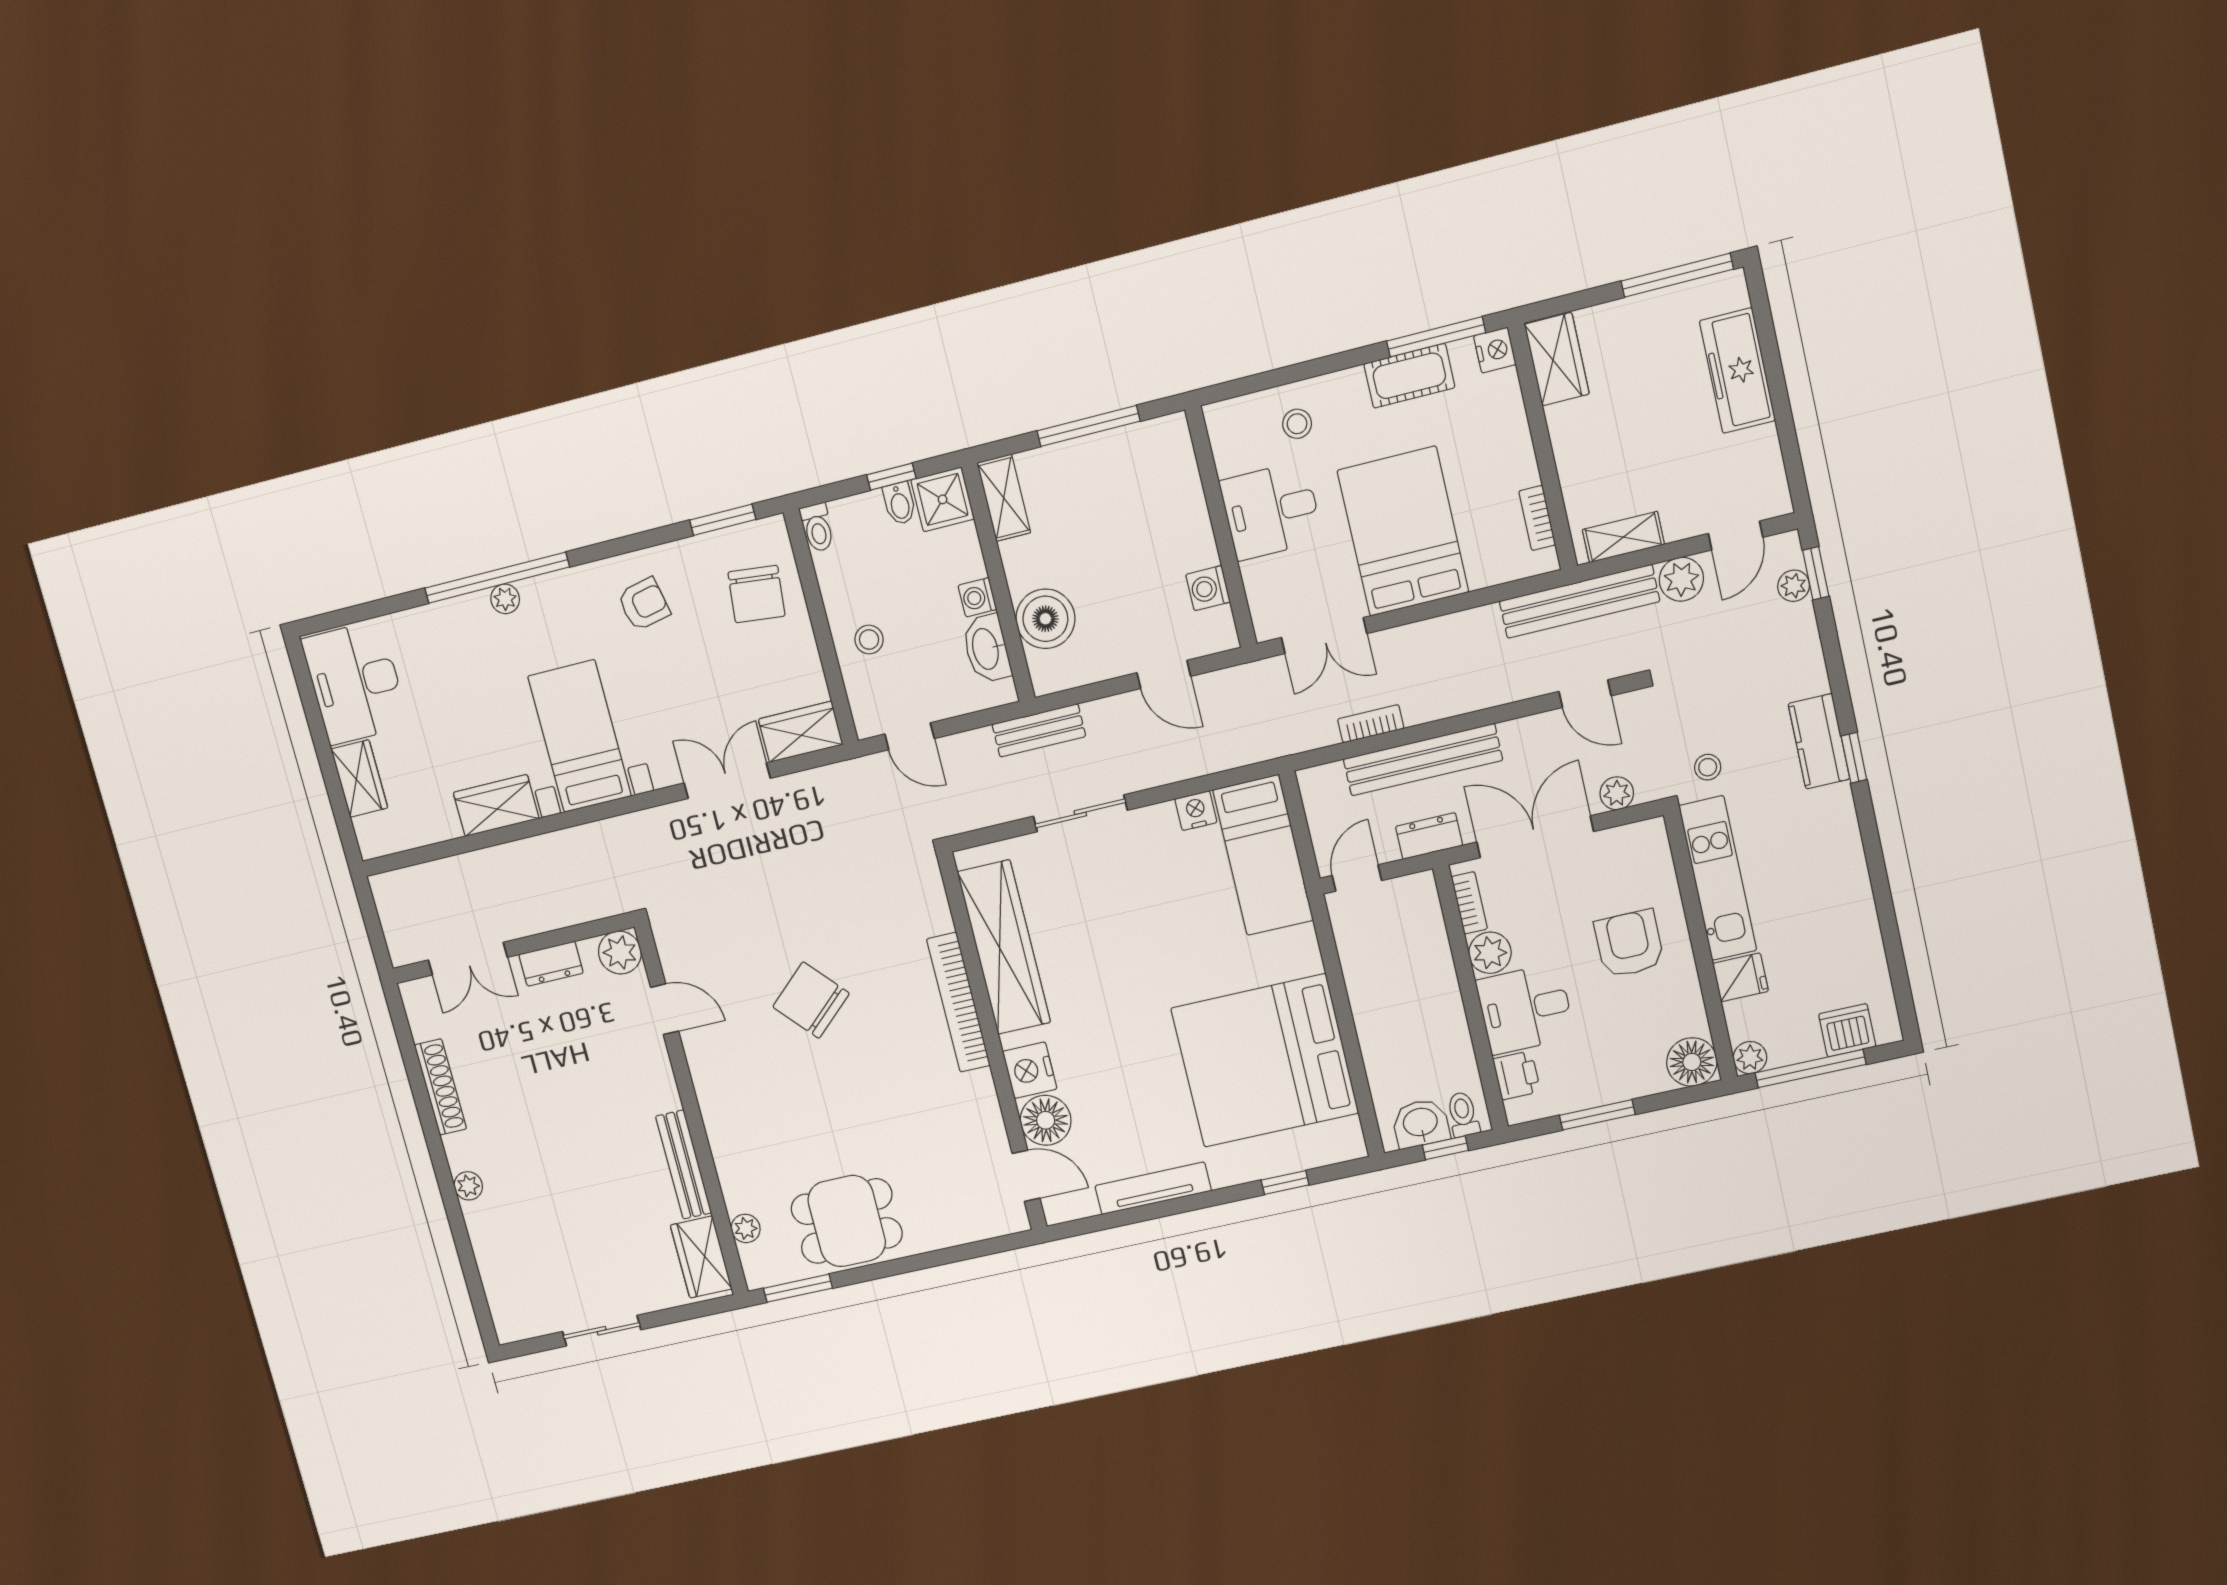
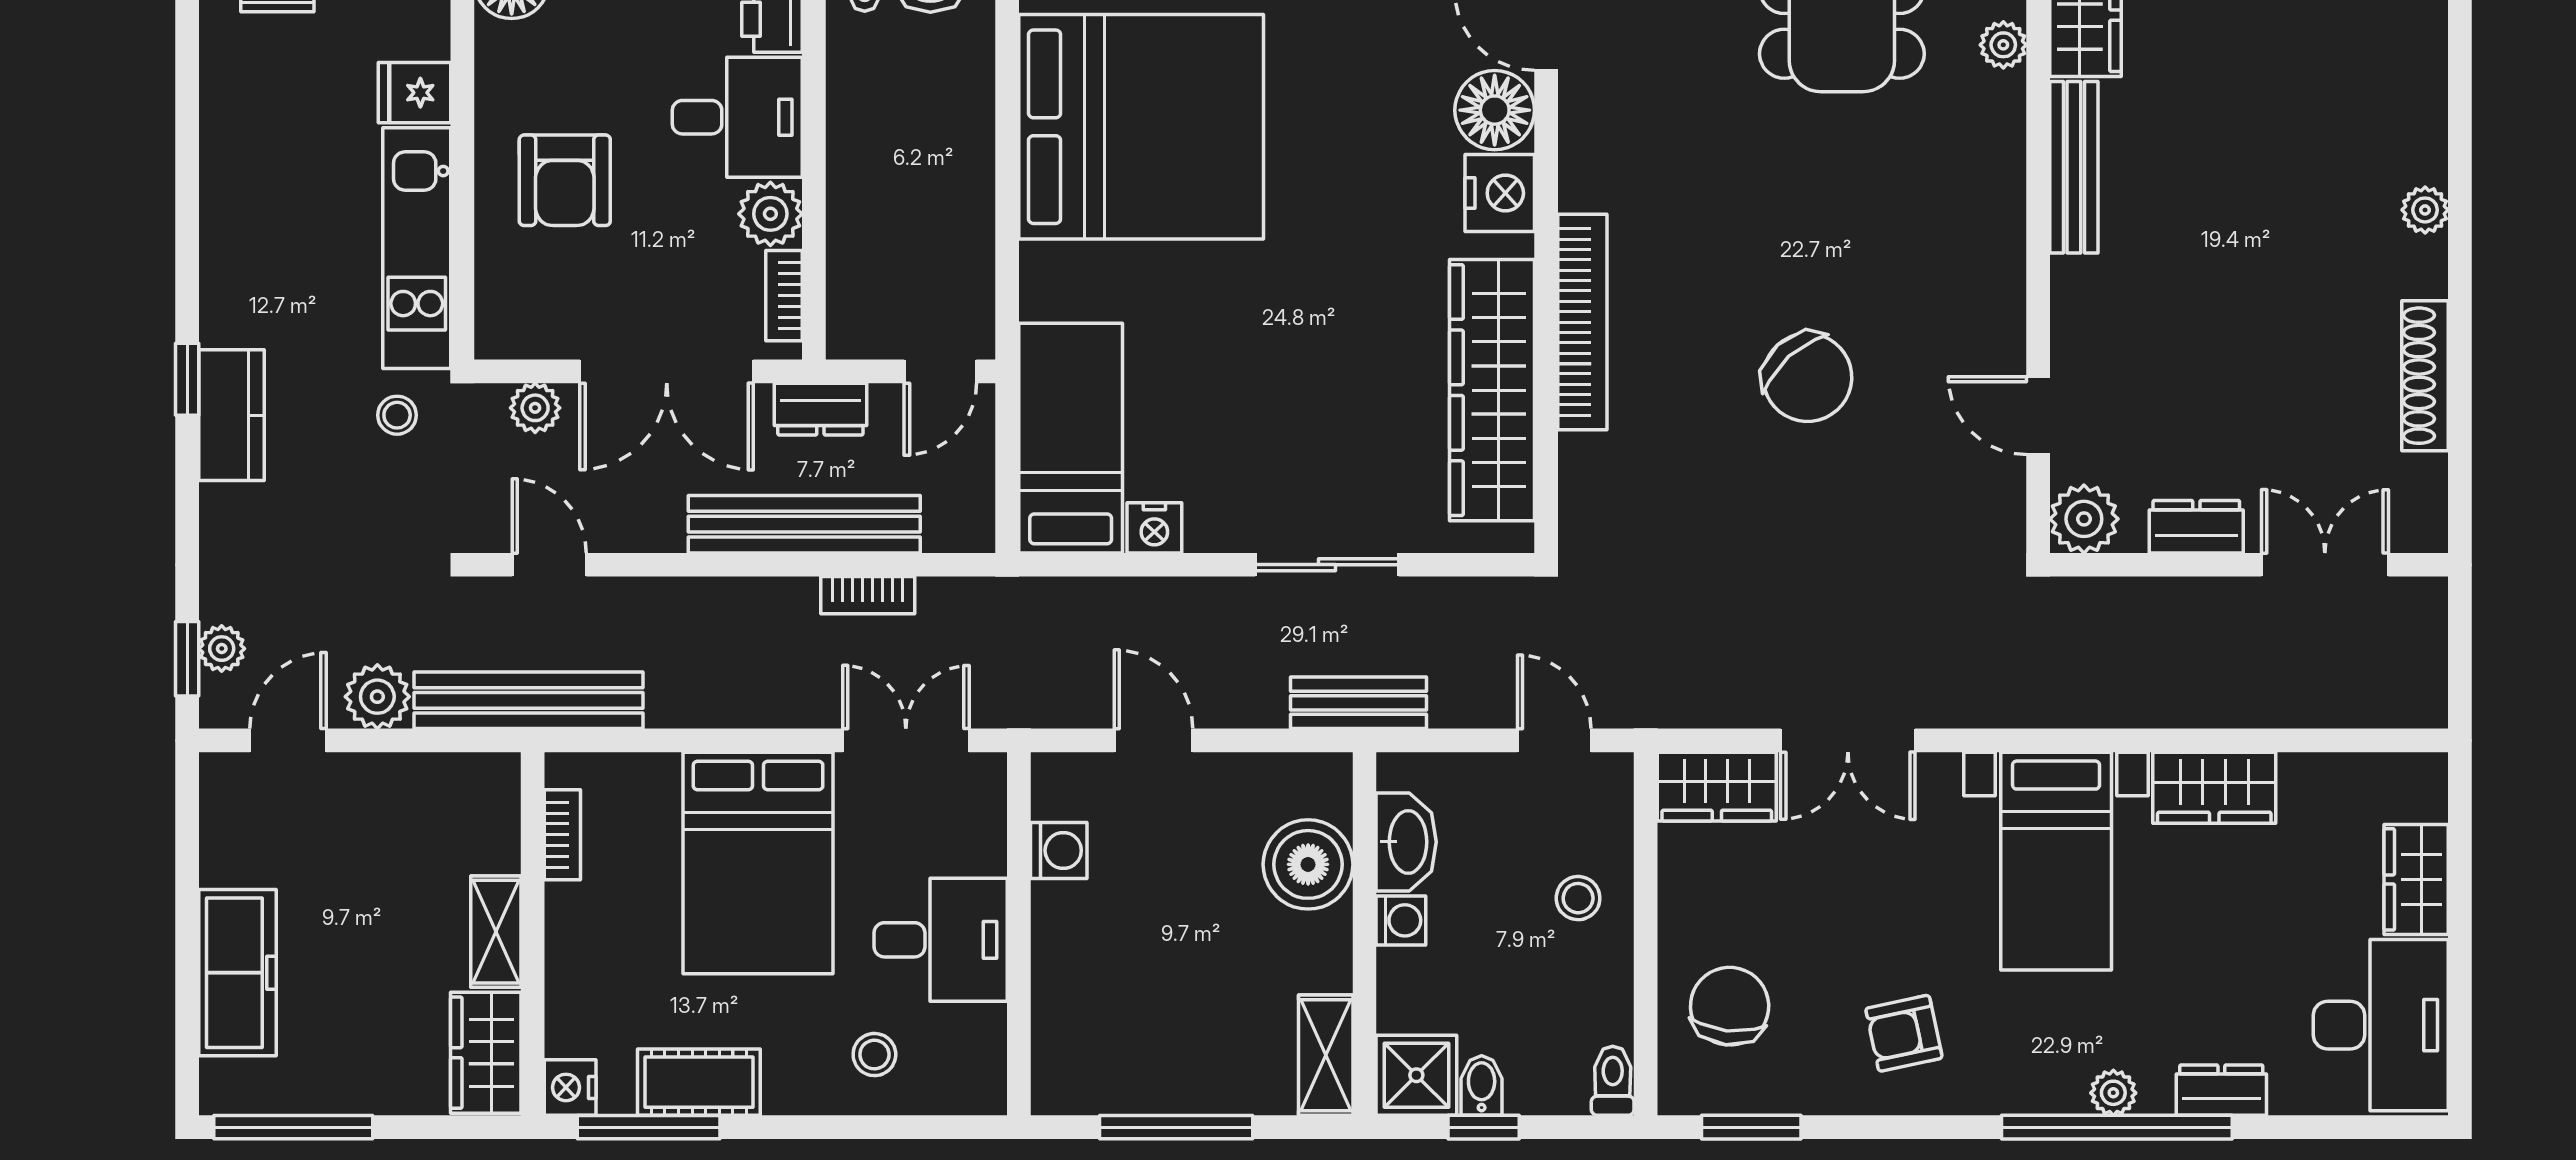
shelving: (1623, 537) -> (496, 932), moved, turned 90
dresser: (440, 617) -> (2221, 1090), added

